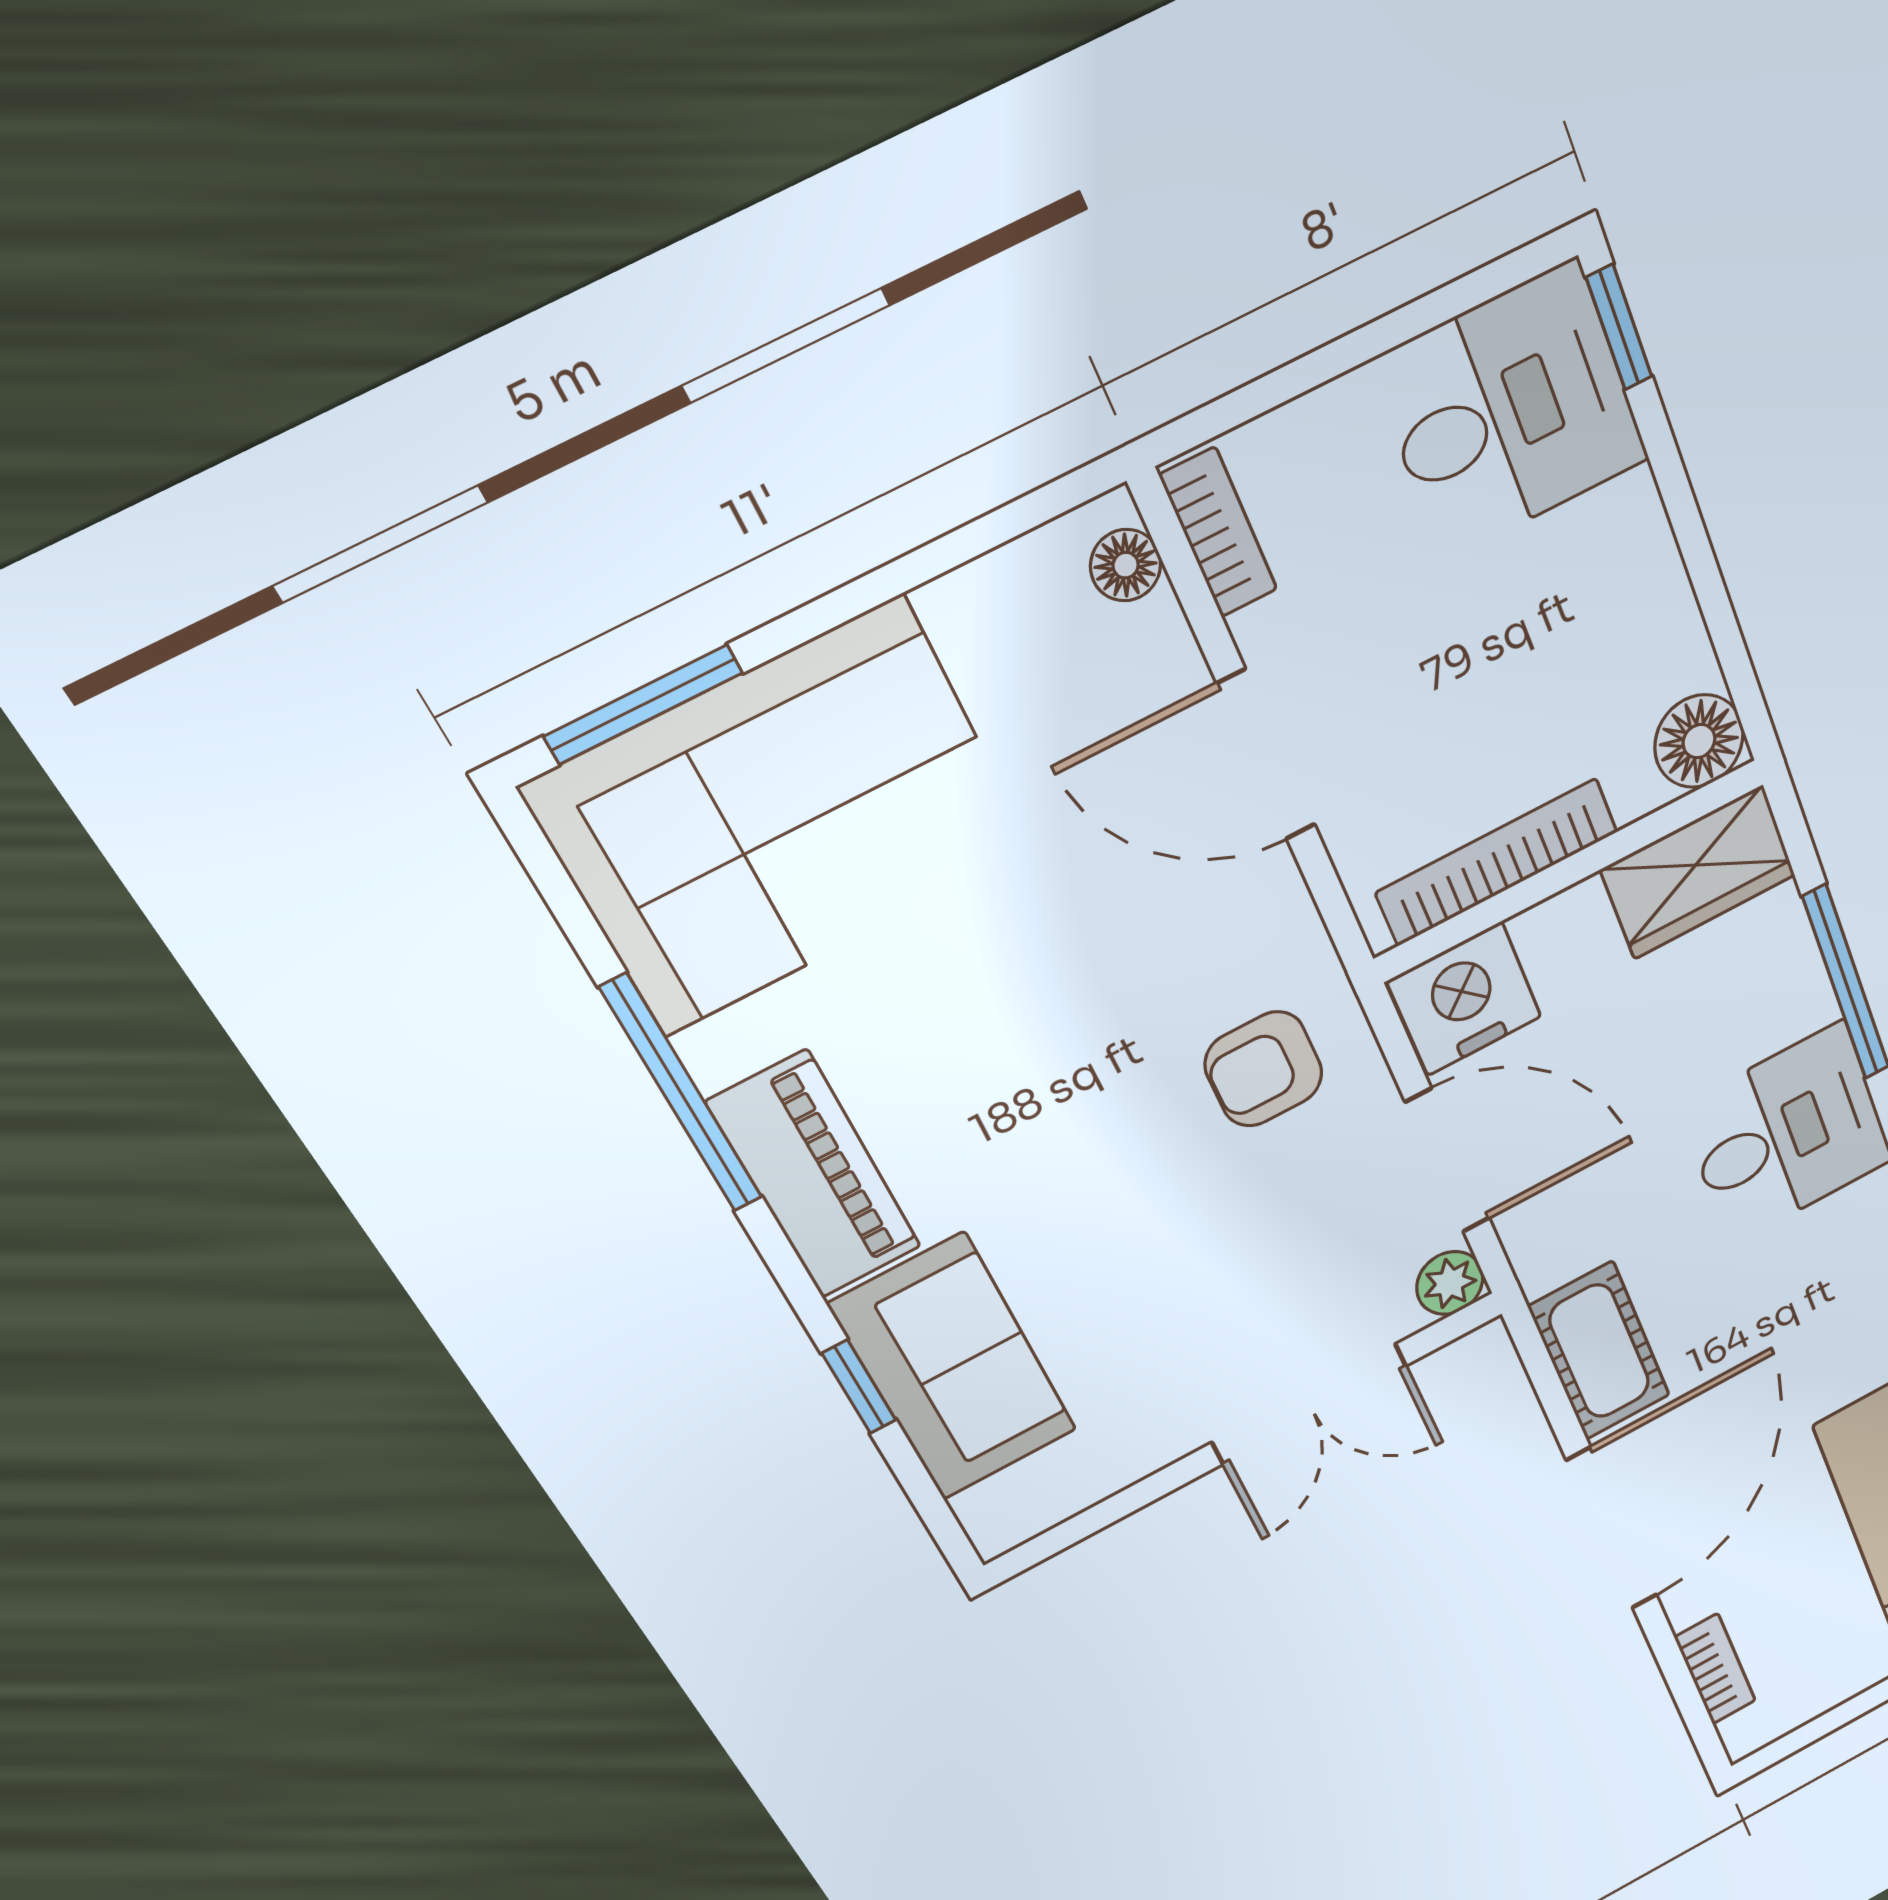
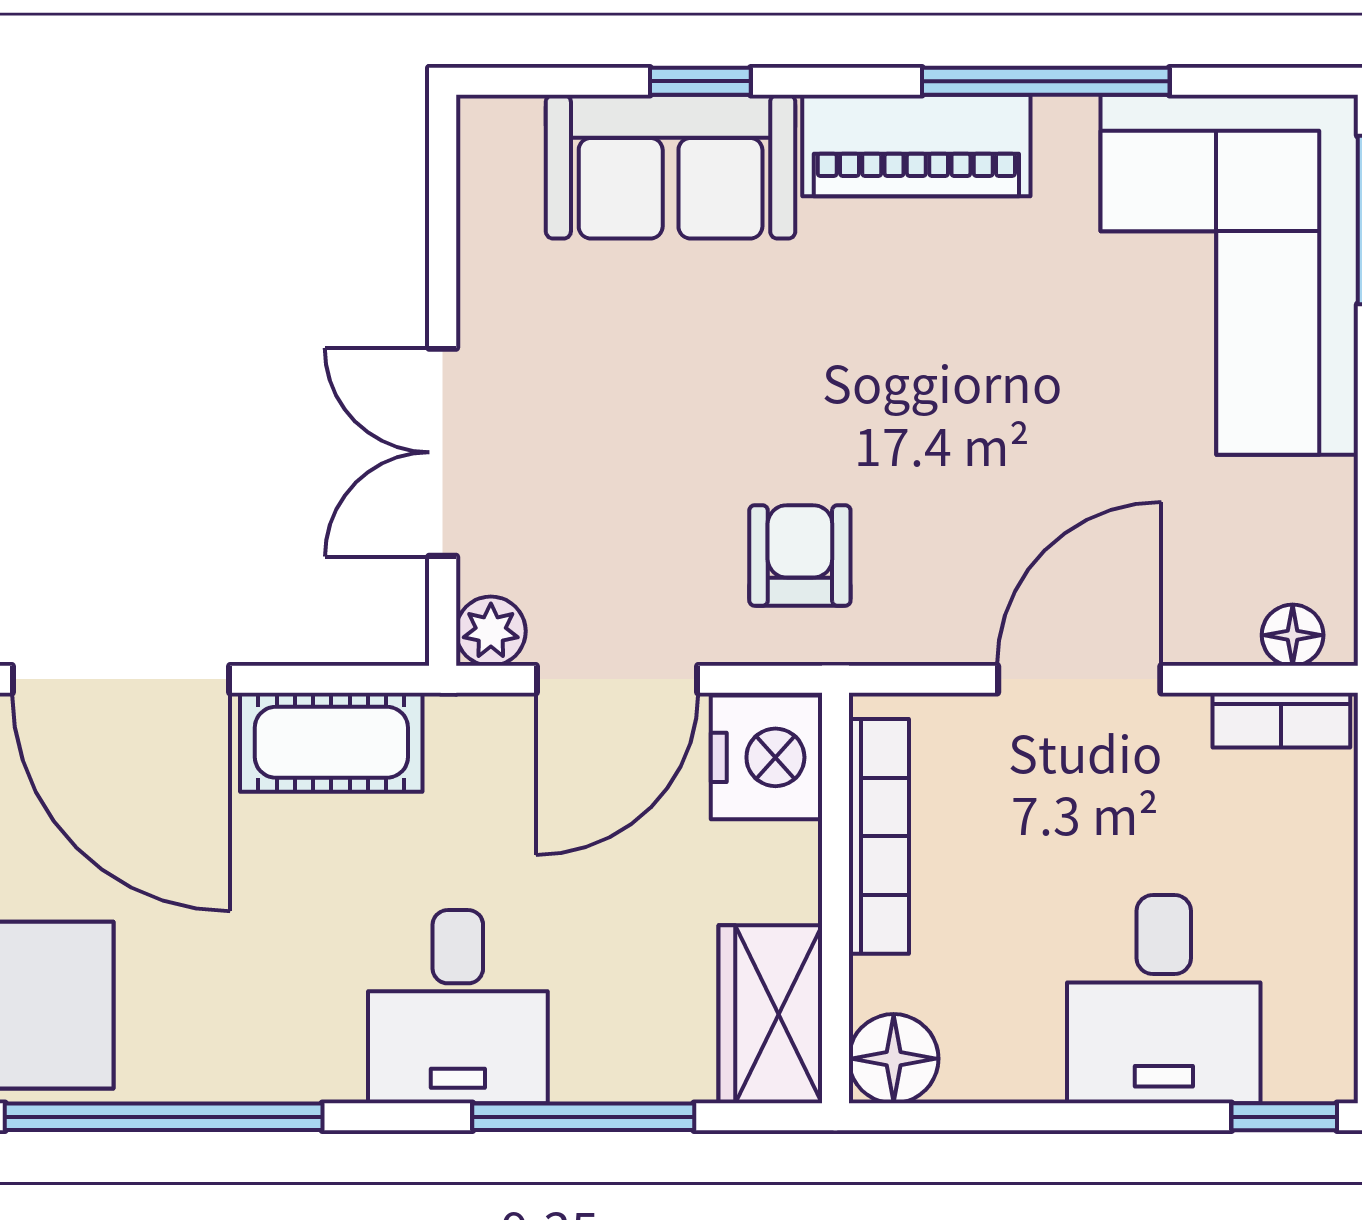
desk: (1510, 411) -> (1164, 999), moved

